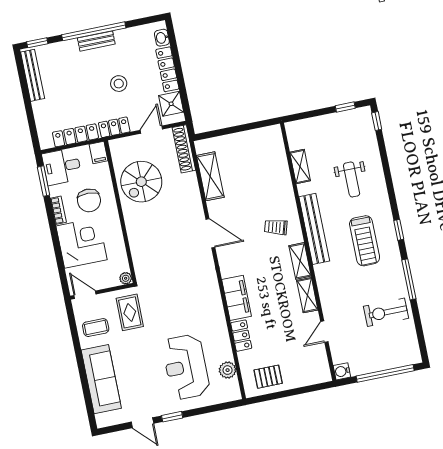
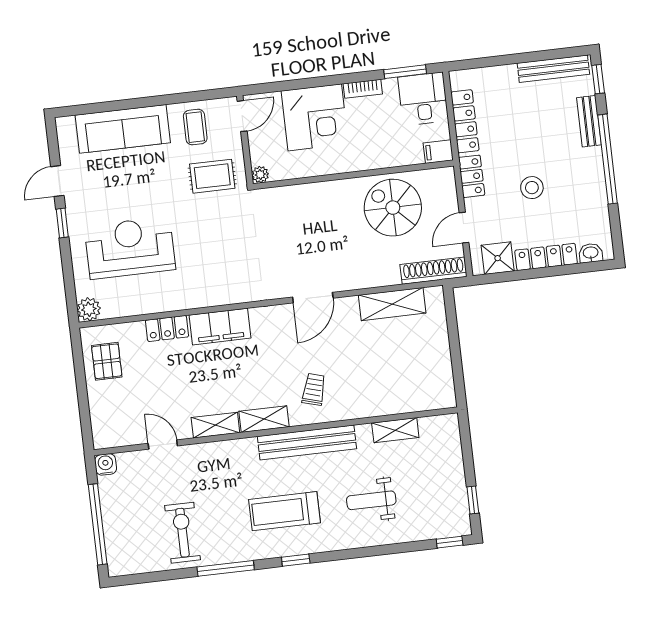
bench: (96, 41) -> (589, 121), moved
door: (151, 130) -> (464, 228), swing flipped
chair: (89, 200) -> (373, 133), removed
plant: (228, 370) -> (89, 309), moved

